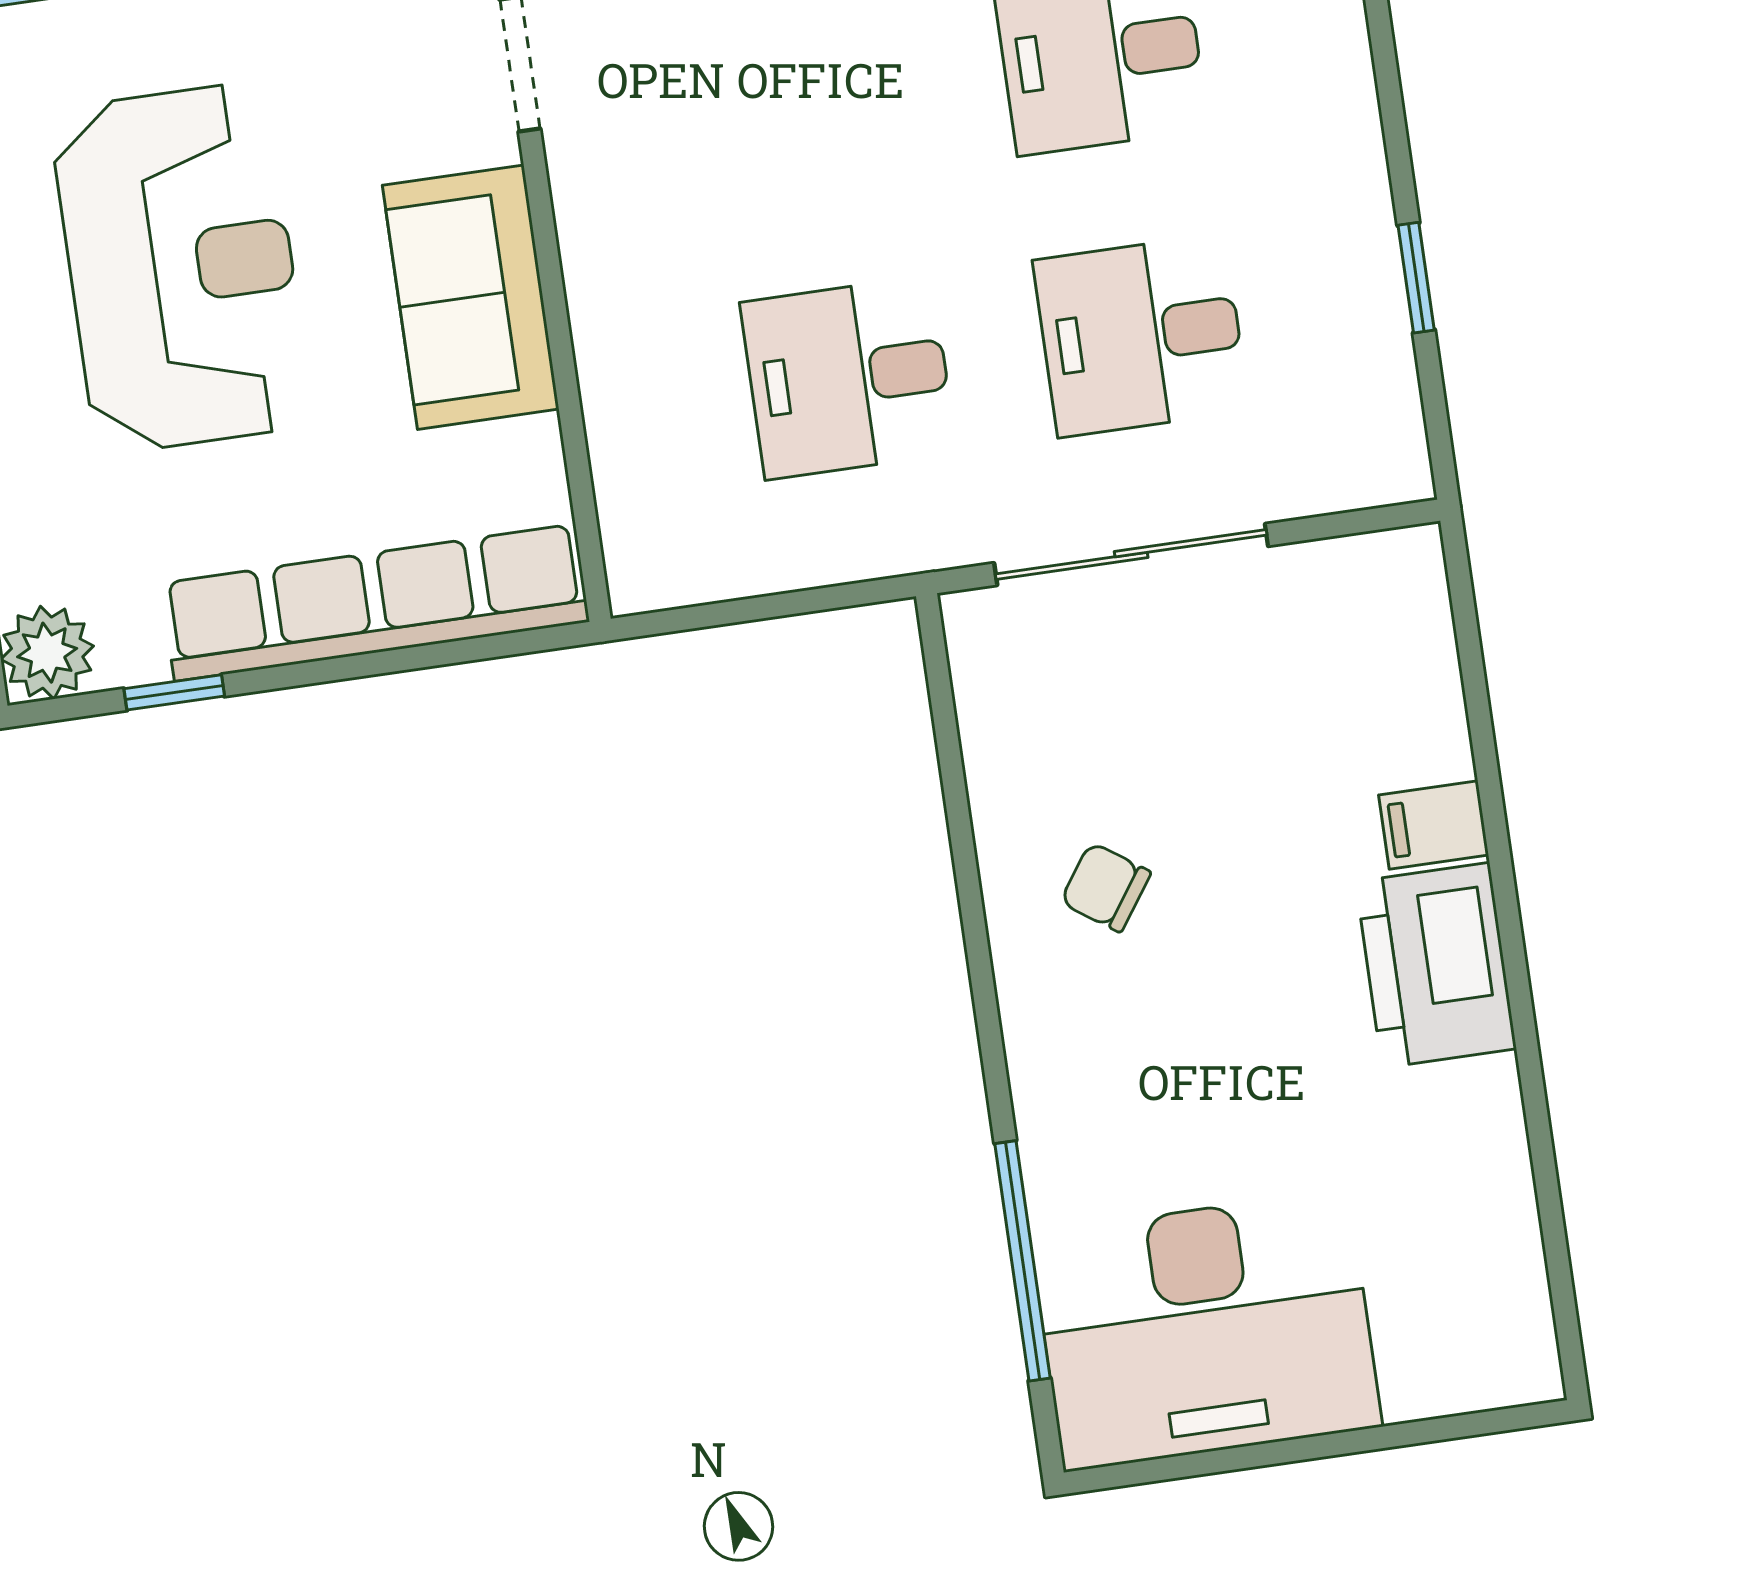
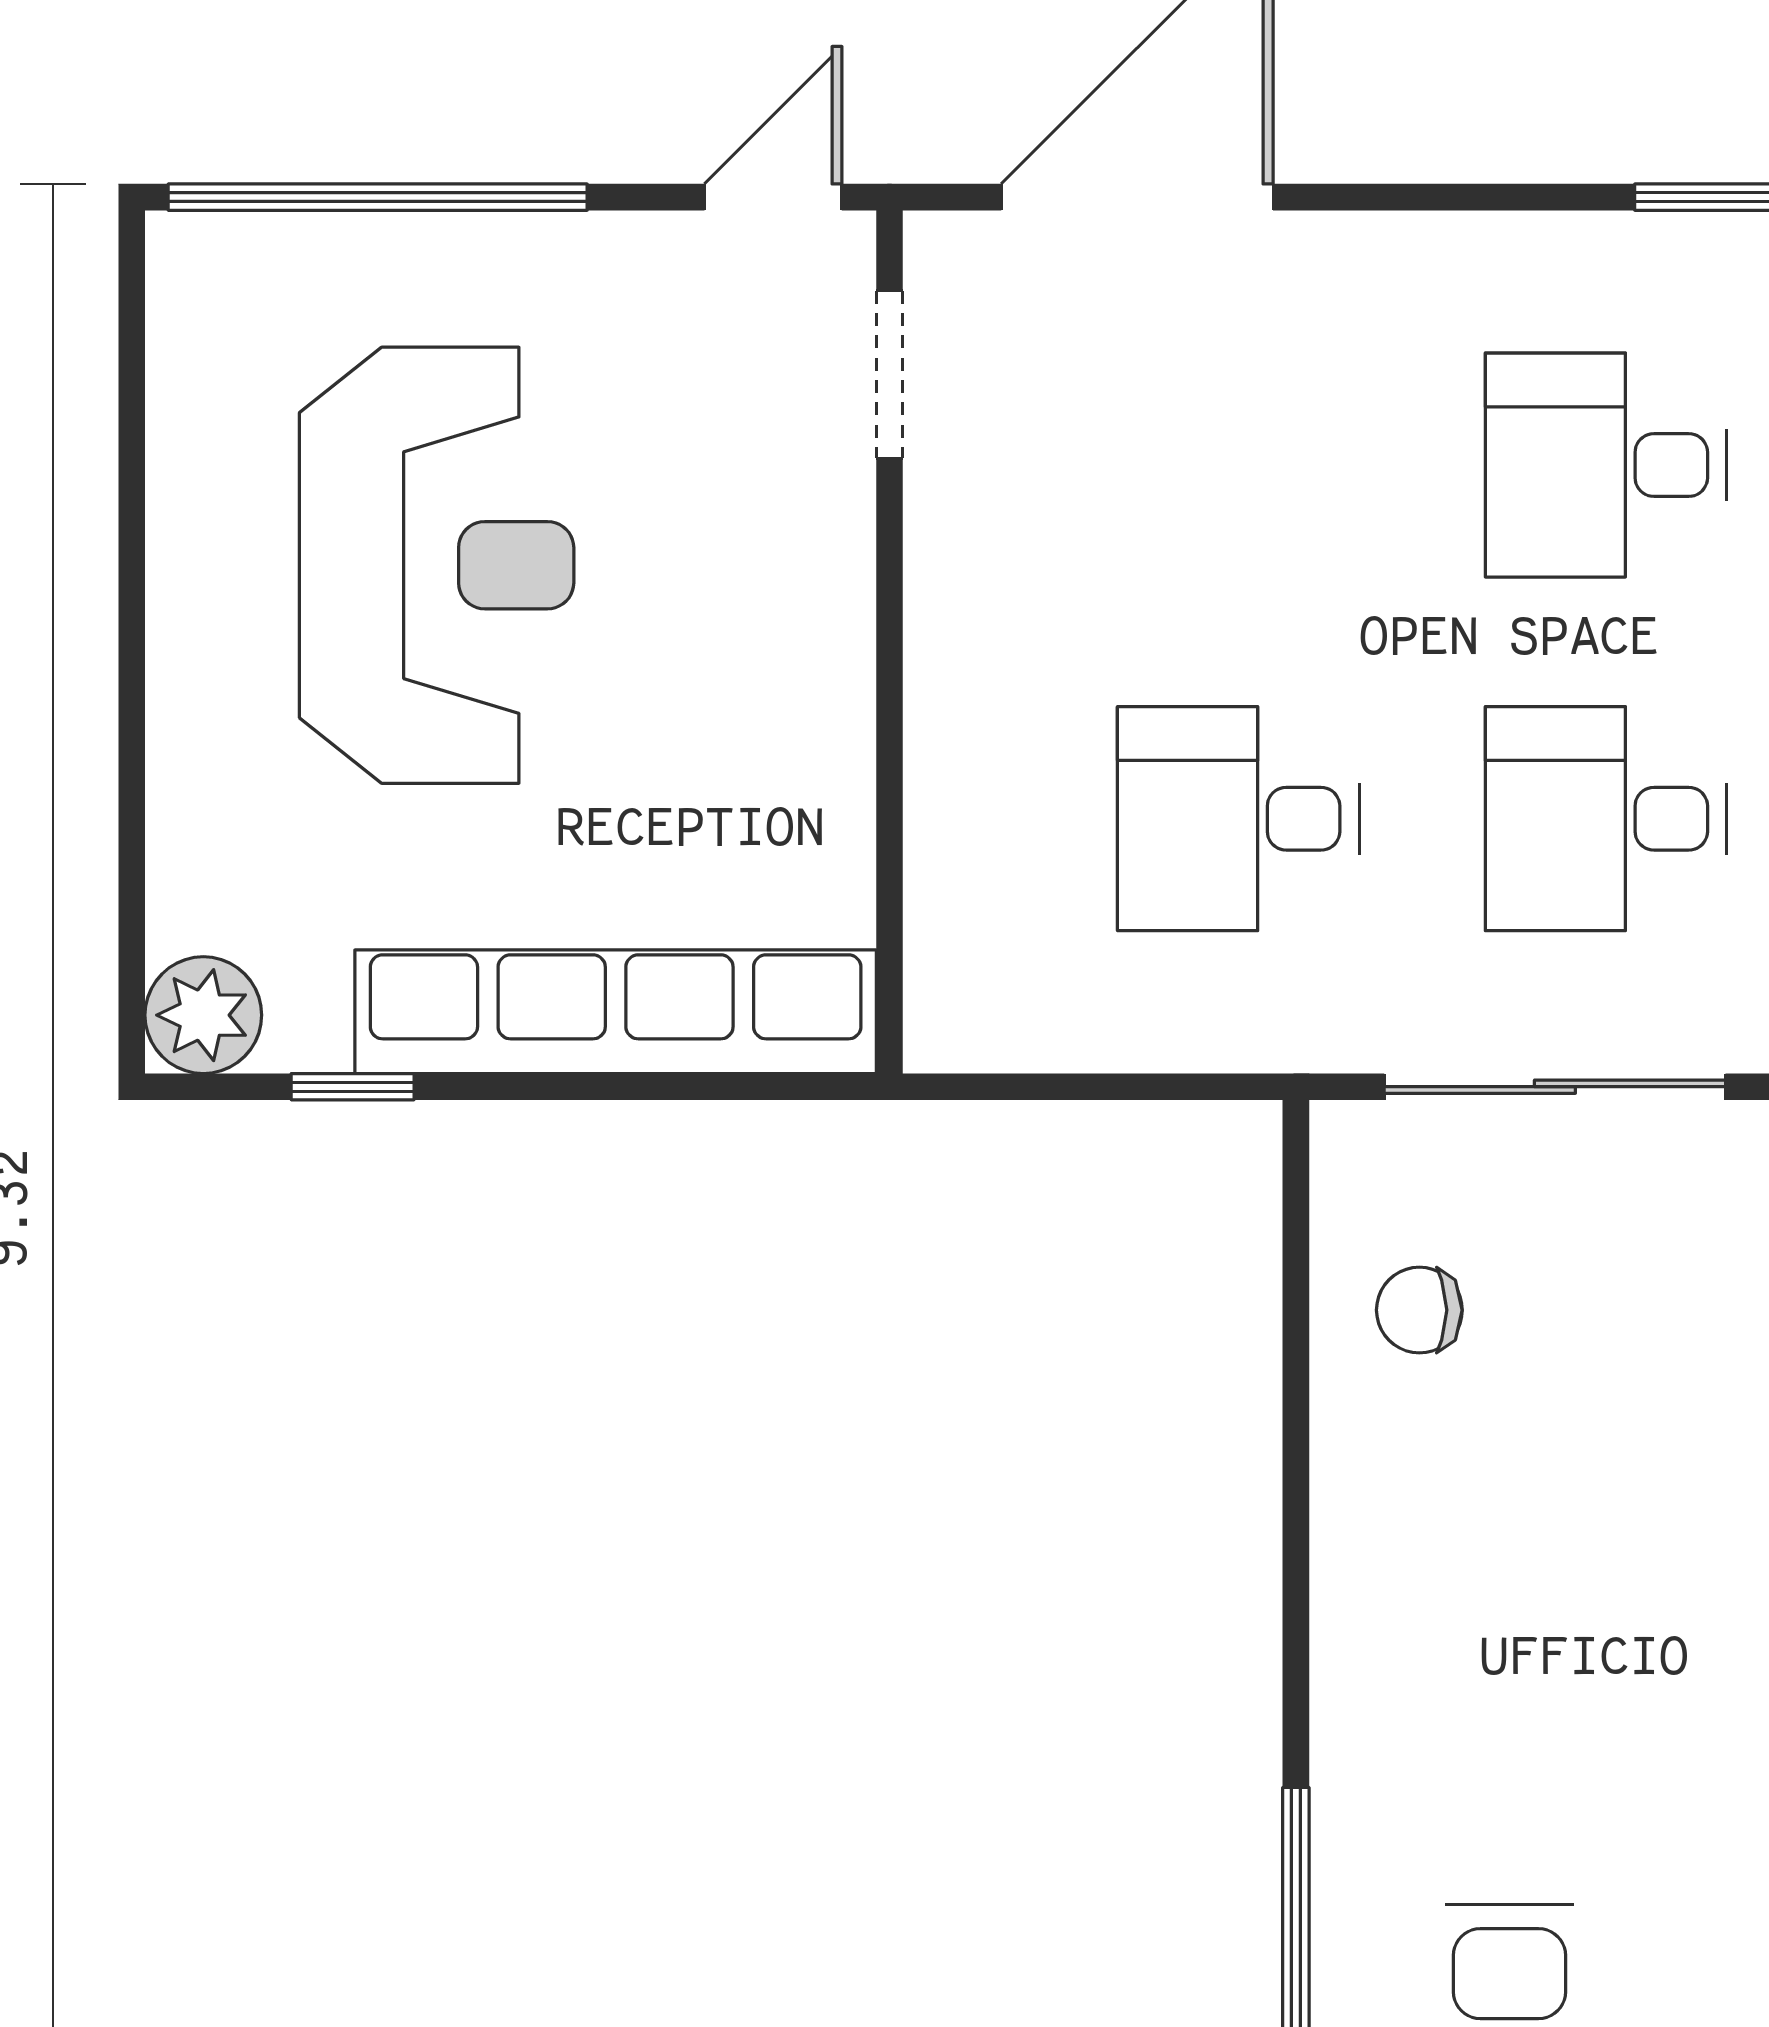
sofa: (471, 297) -> (788, 653), removed
chair: (1106, 887) -> (1419, 1310), moved, turned -35

